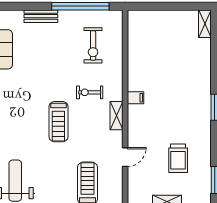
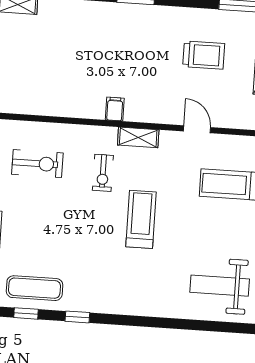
treadmill: (58, 122) -> (141, 219), turned -90

